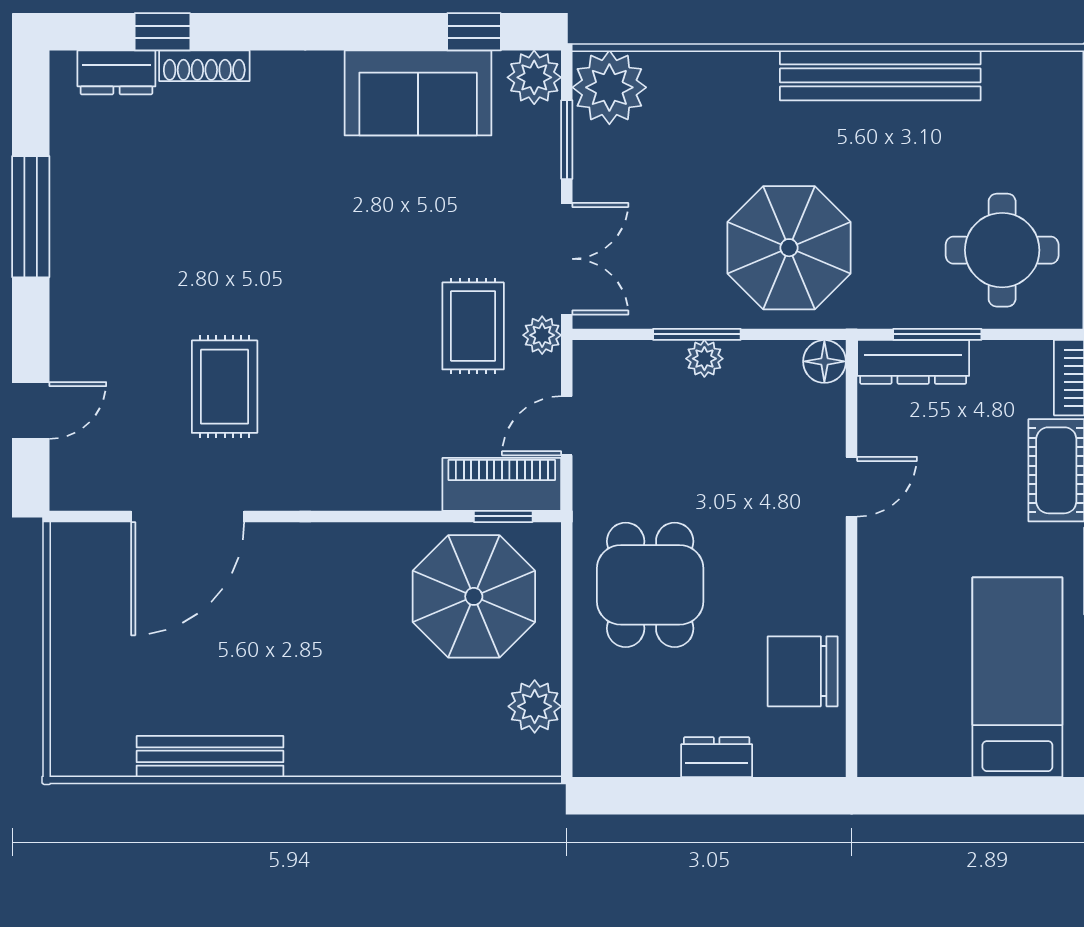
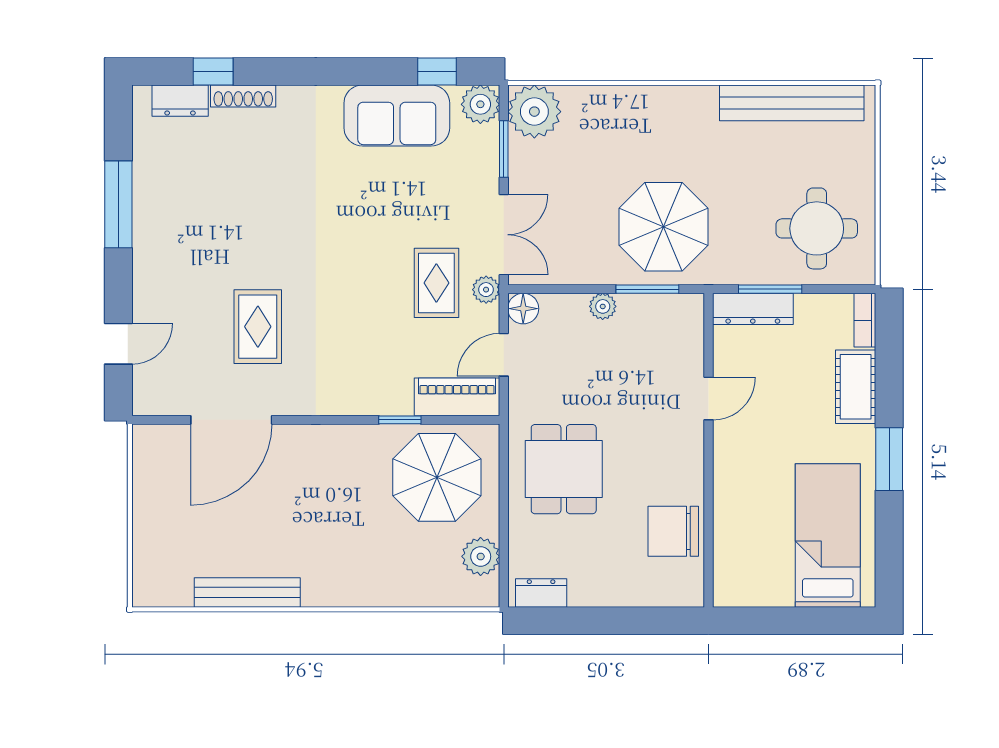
bench: (880, 75) -> (792, 103), moved
window: (697, 334) -> (647, 289), moved
floor lamp: (824, 361) -> (523, 309), moved
window: (503, 516) -> (400, 420), moved
dresser: (717, 757) -> (541, 593), moved

